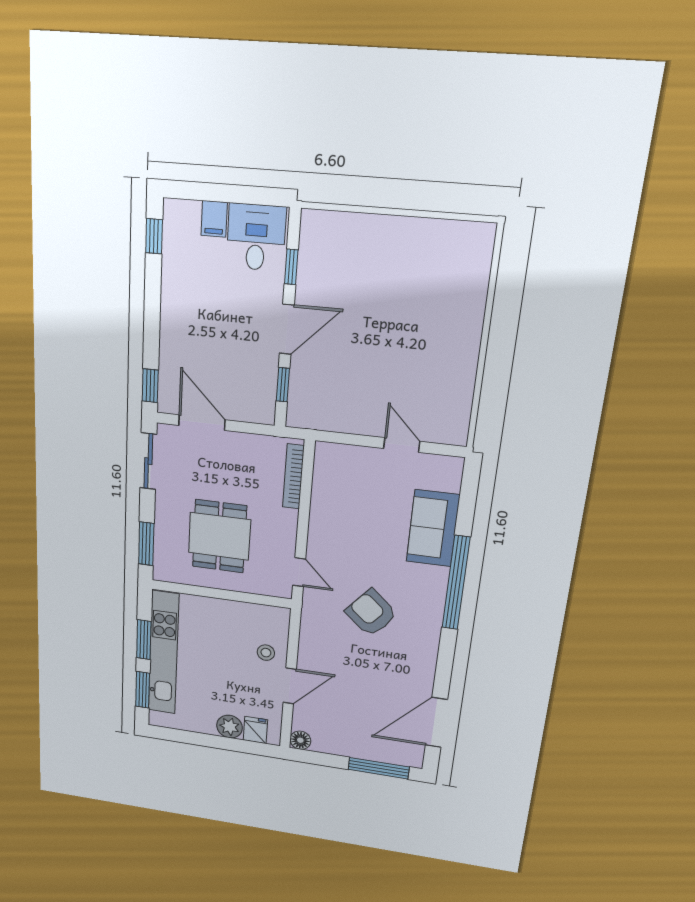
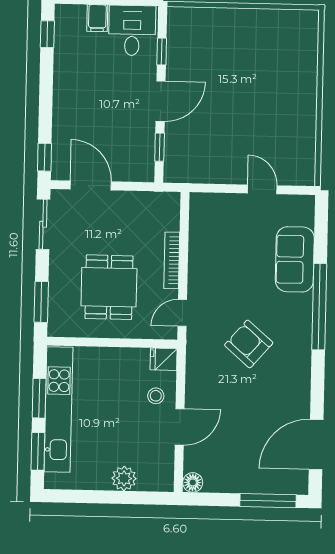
bookcase: (293, 476) -> (172, 260), moved
door: (299, 572) -> (182, 313), swing flipped
fridge: (255, 730) -> (164, 359), moved, turned -90

